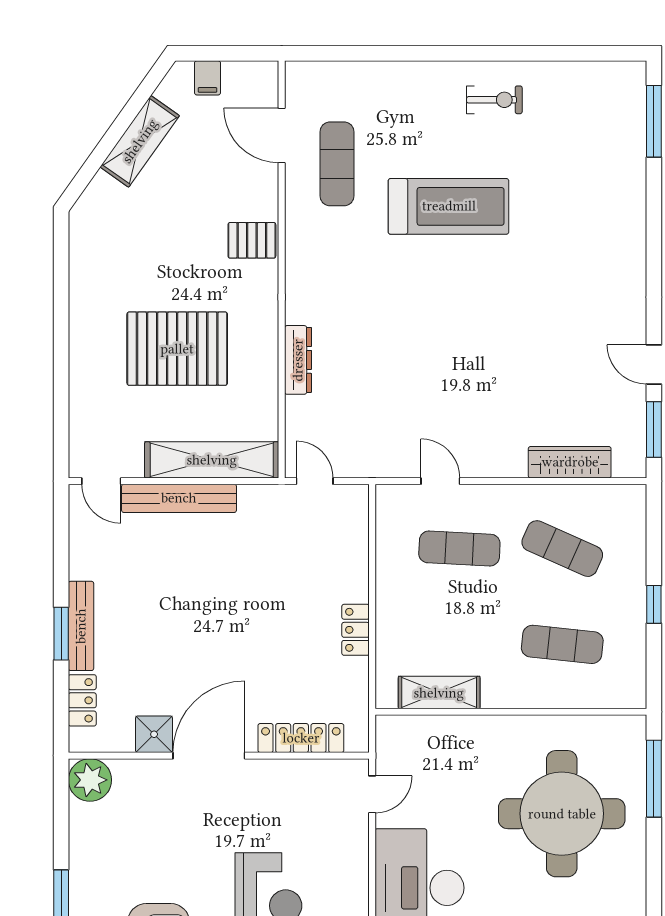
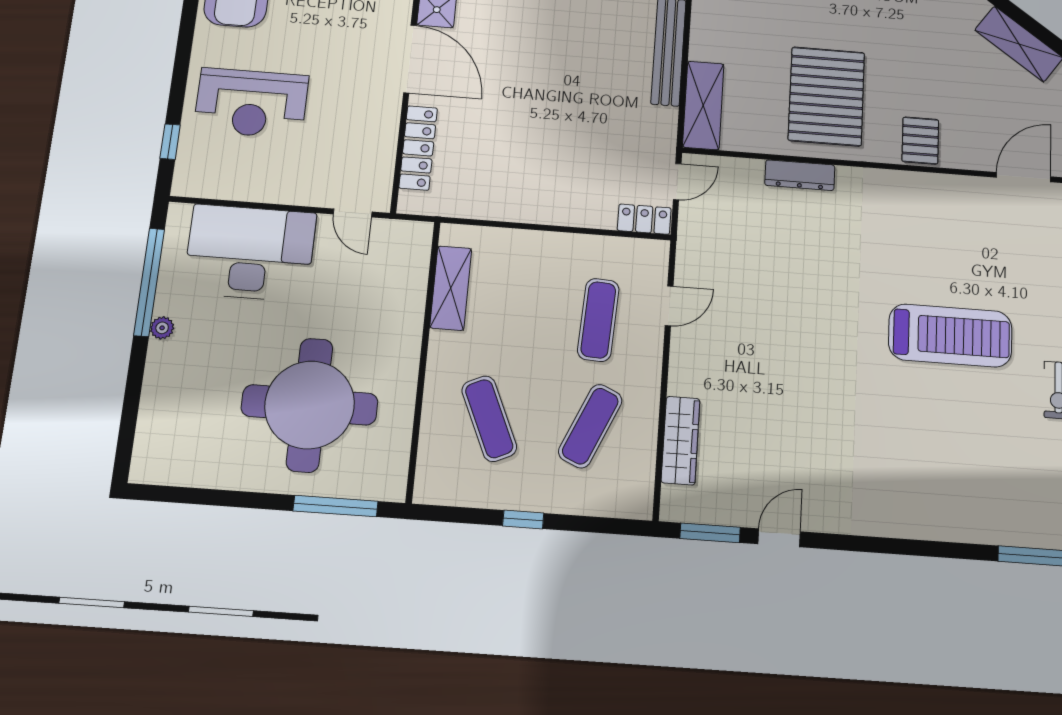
exercise mat: (337, 164) -> (995, 228), removed
treadmill: (449, 206) -> (950, 335), turned -90
pallet: (177, 349) -> (826, 96), moved
shelving: (212, 460) -> (703, 105), width x0.68
locker: (356, 630) -> (644, 219), moved
exercise mat: (562, 644) -> (489, 419), turned -30

